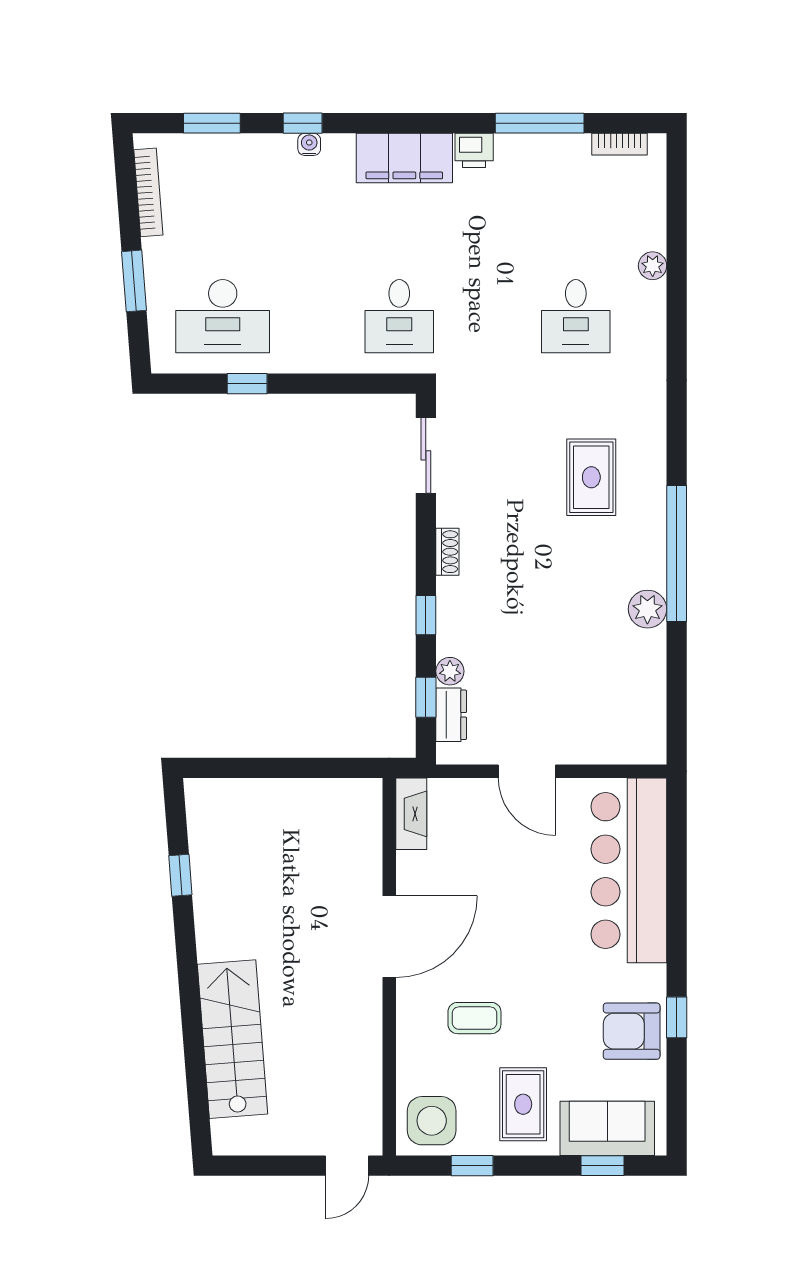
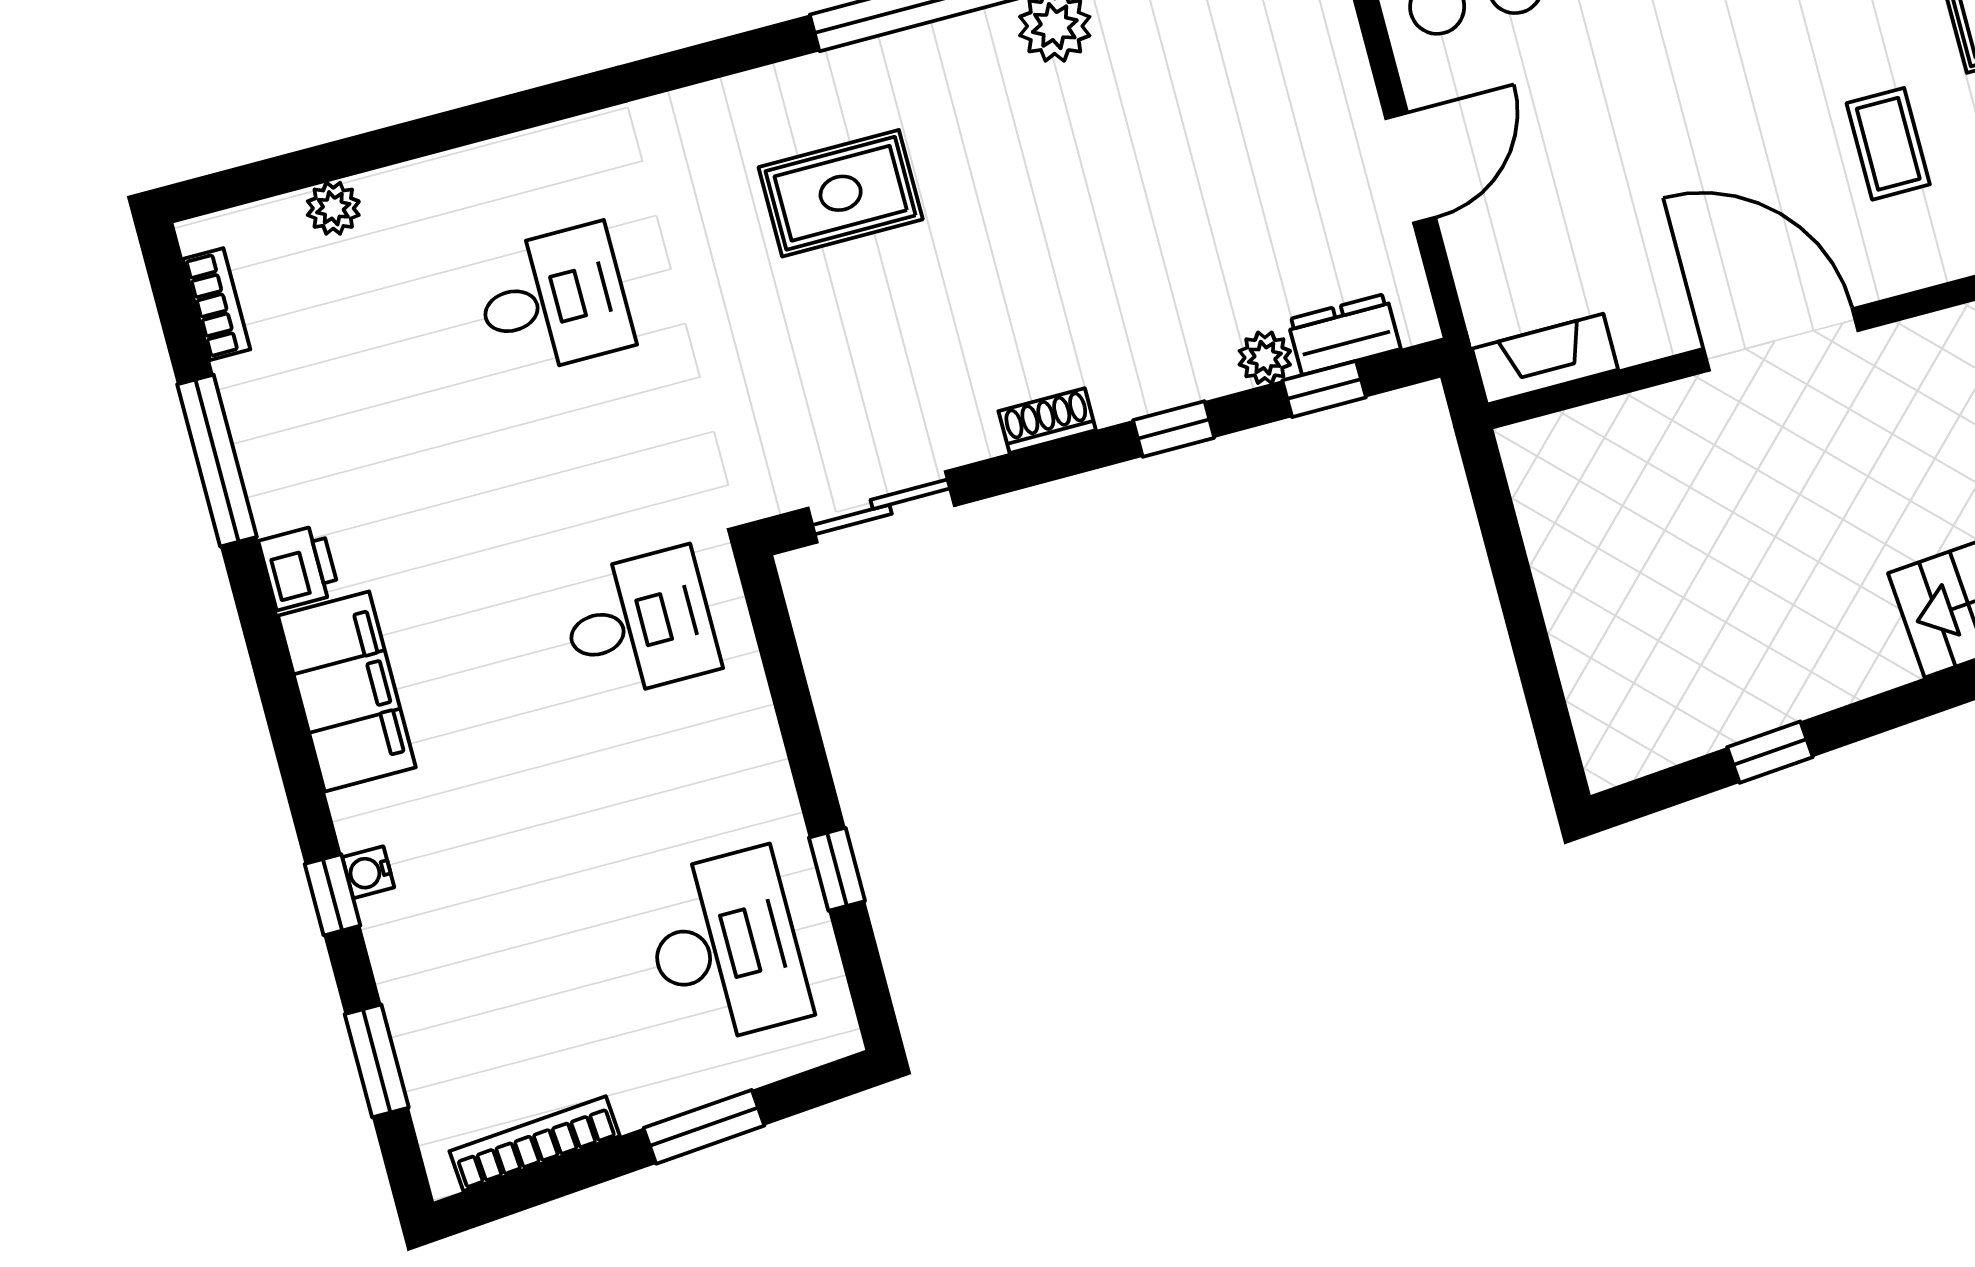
plant: (653, 266) -> (333, 208), moved

